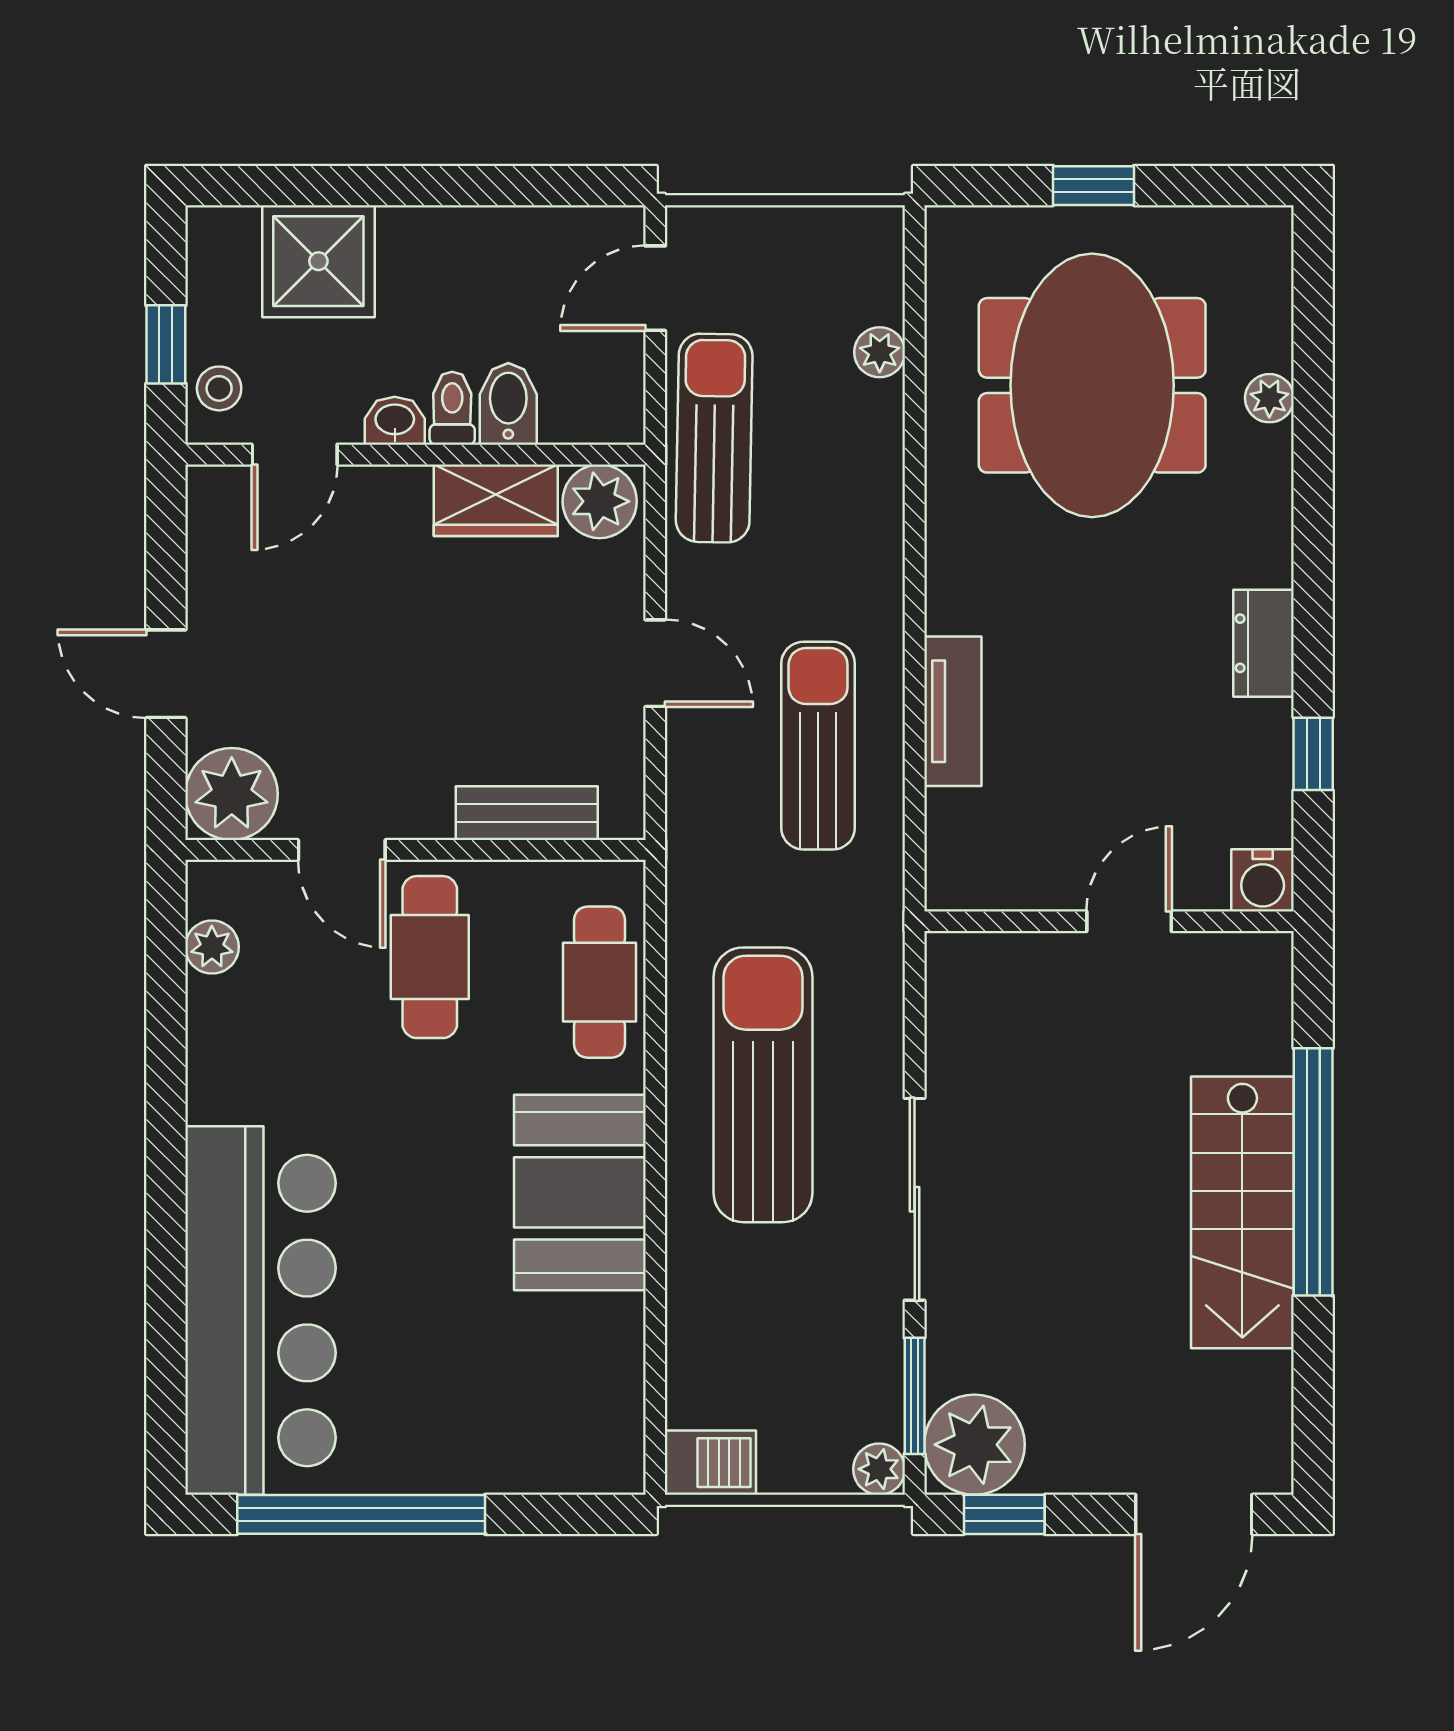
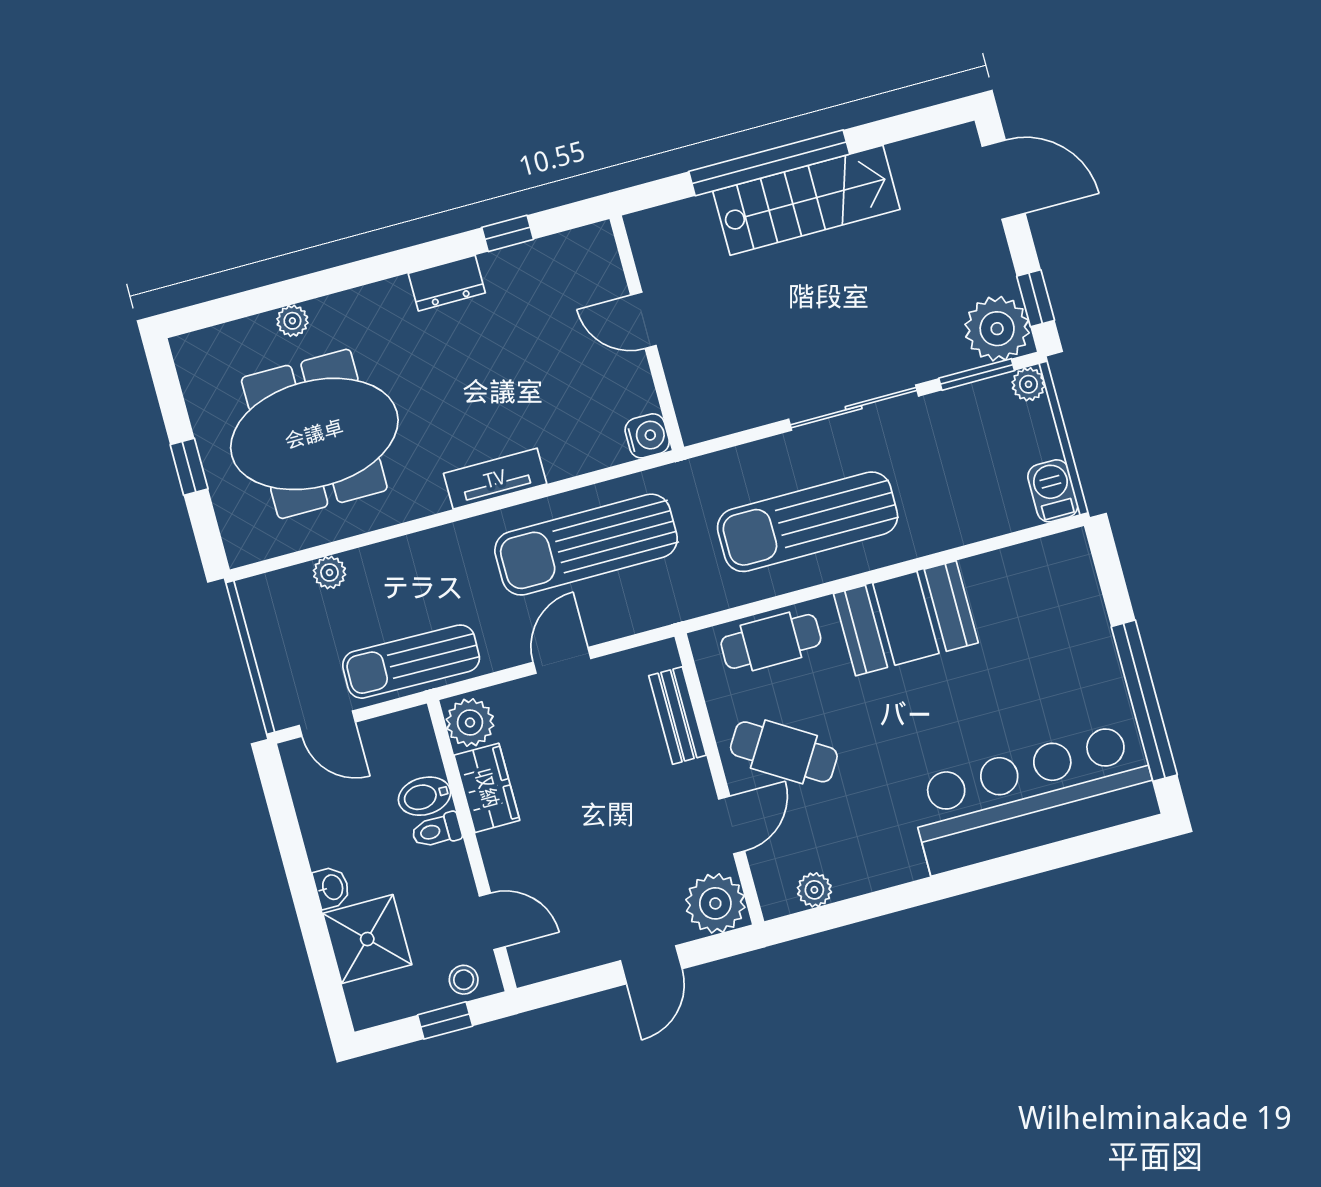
washbasin: (395, 421) -> (332, 887), moved, turned 180
tv unit: (953, 711) -> (495, 479), moved
sun lounger: (818, 746) -> (586, 545), width x1.36, depth x1.34
water cooler: (1263, 880) -> (647, 436), moved
cafe table: (430, 957) -> (784, 752), turned 32

